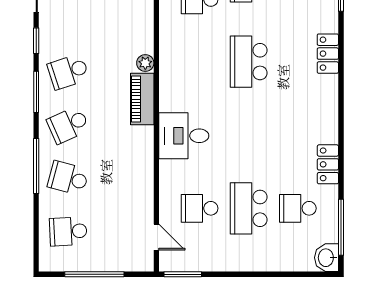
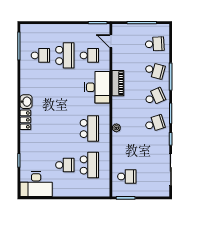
locker: (328, 54) -> (25, 120), moved
school desk: (249, 62) -> (89, 128), moved
piano: (142, 99) -> (118, 83), moved
desk: (184, 136) -> (97, 87), width x1.37
locker: (328, 164) -> (25, 77), removed
washbasin: (327, 258) -> (26, 102), moved

